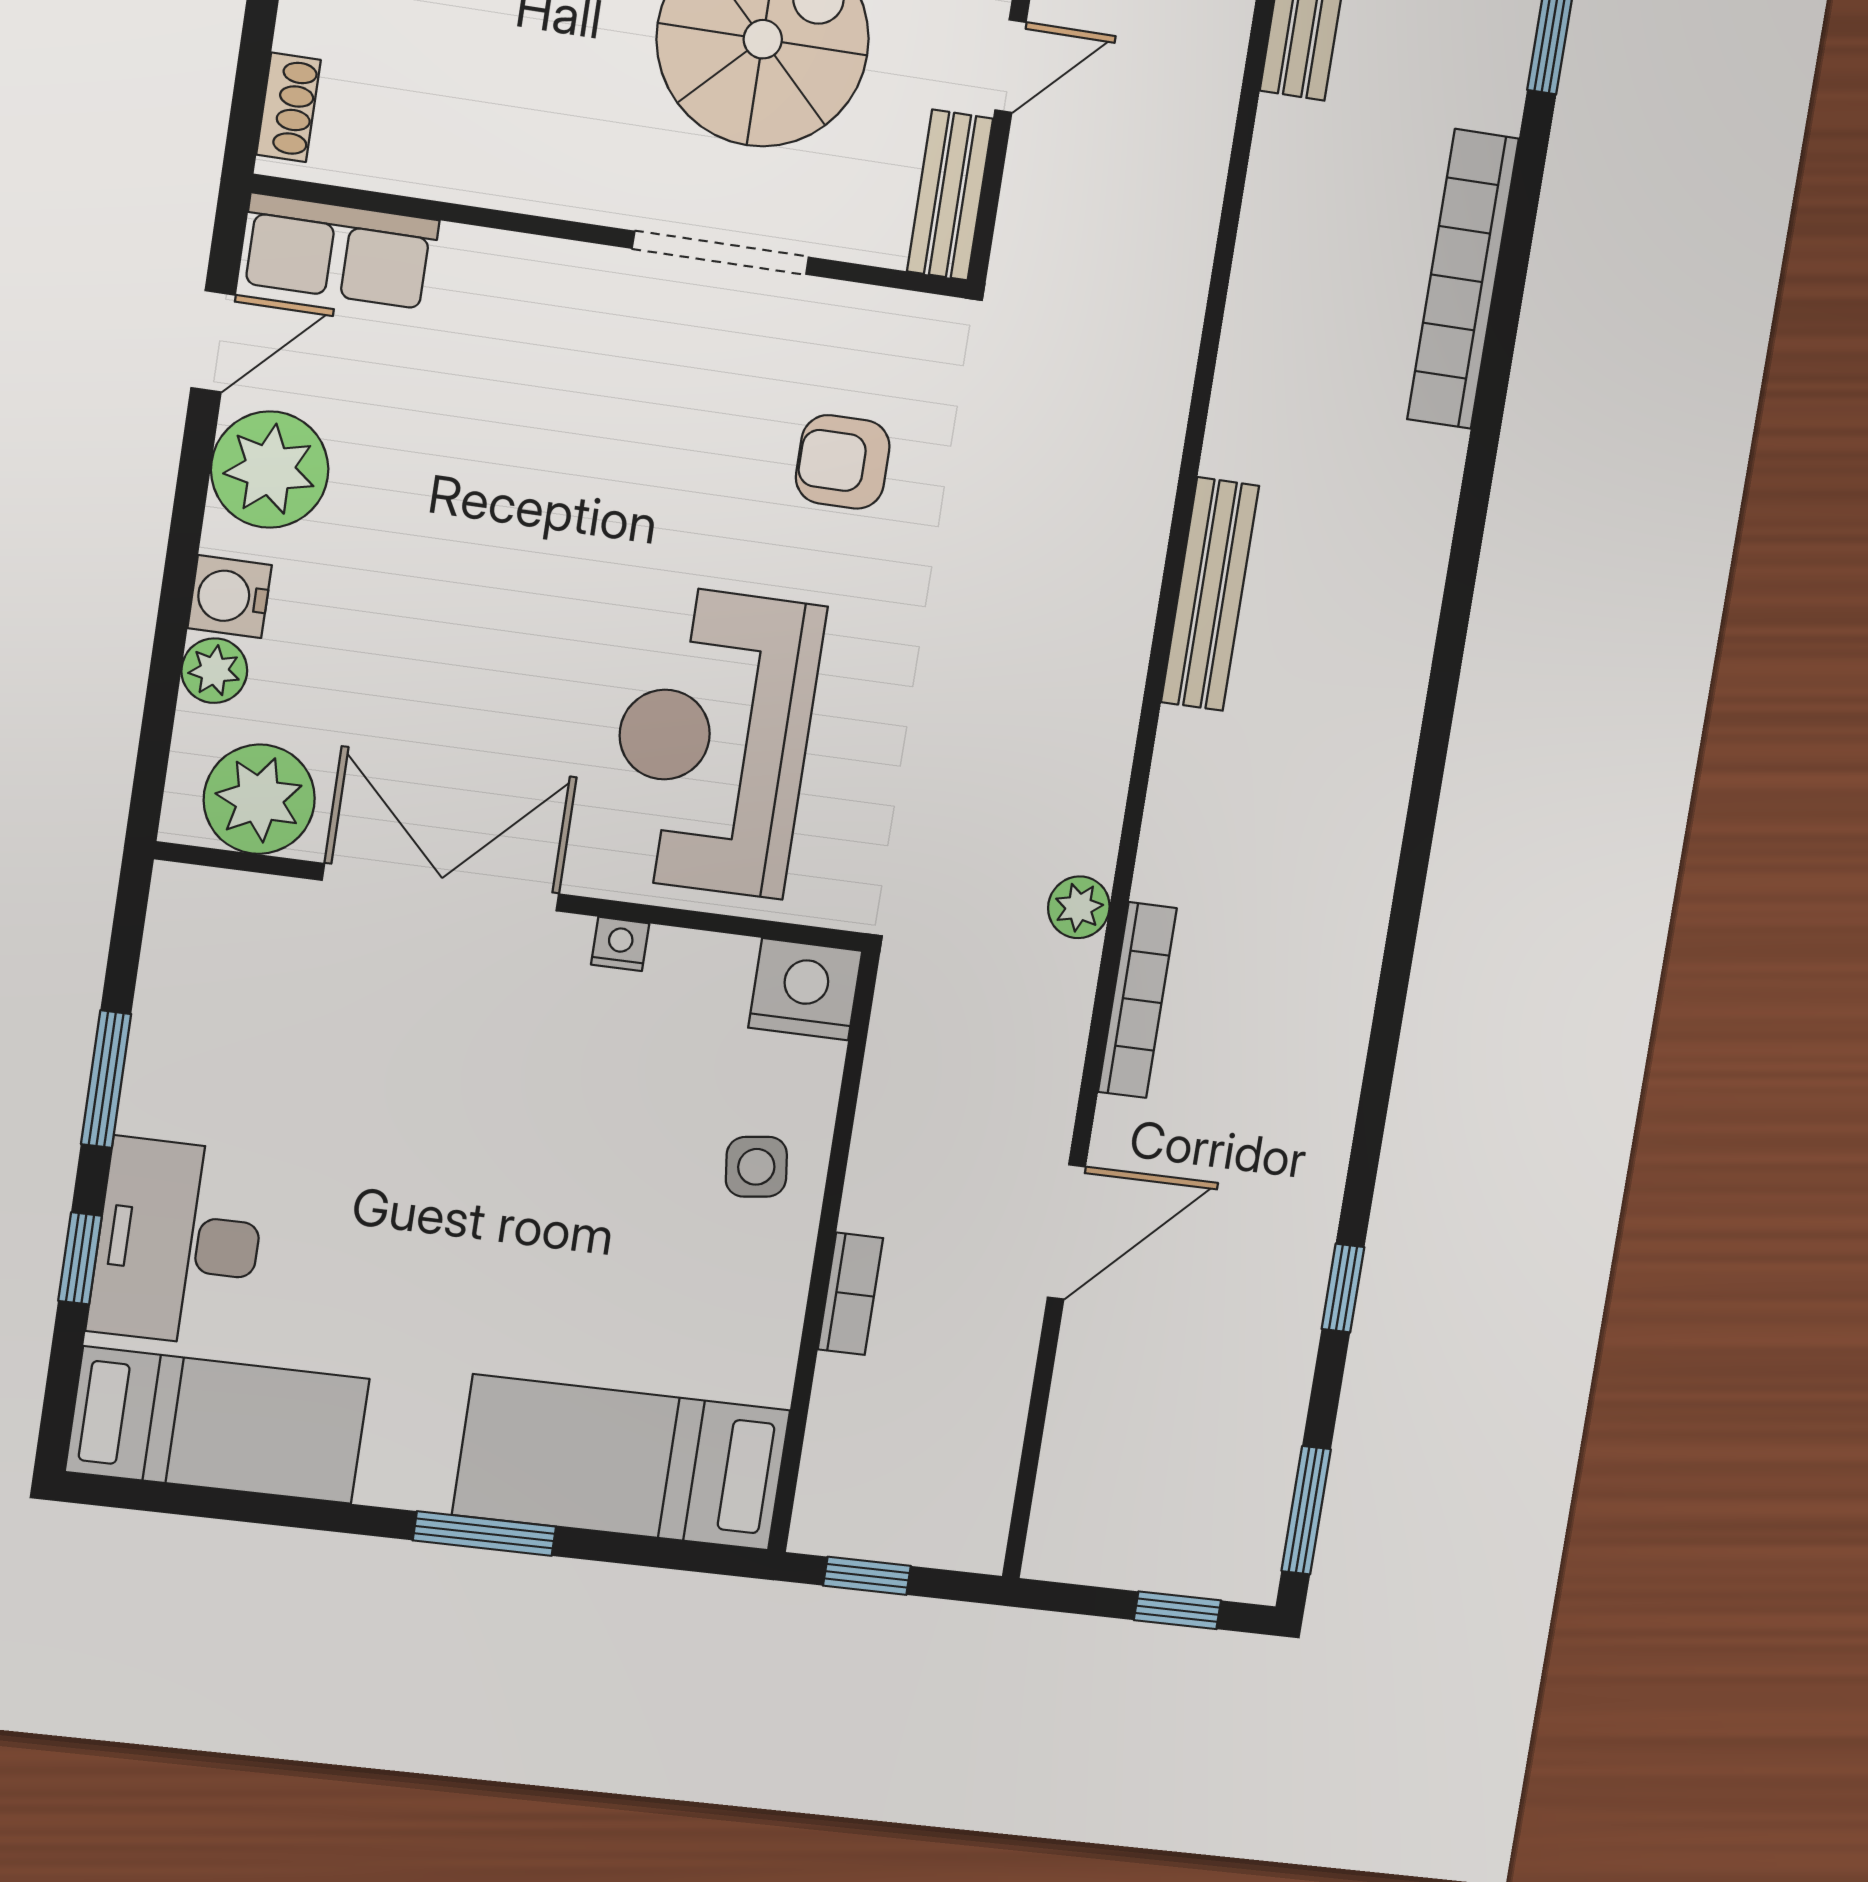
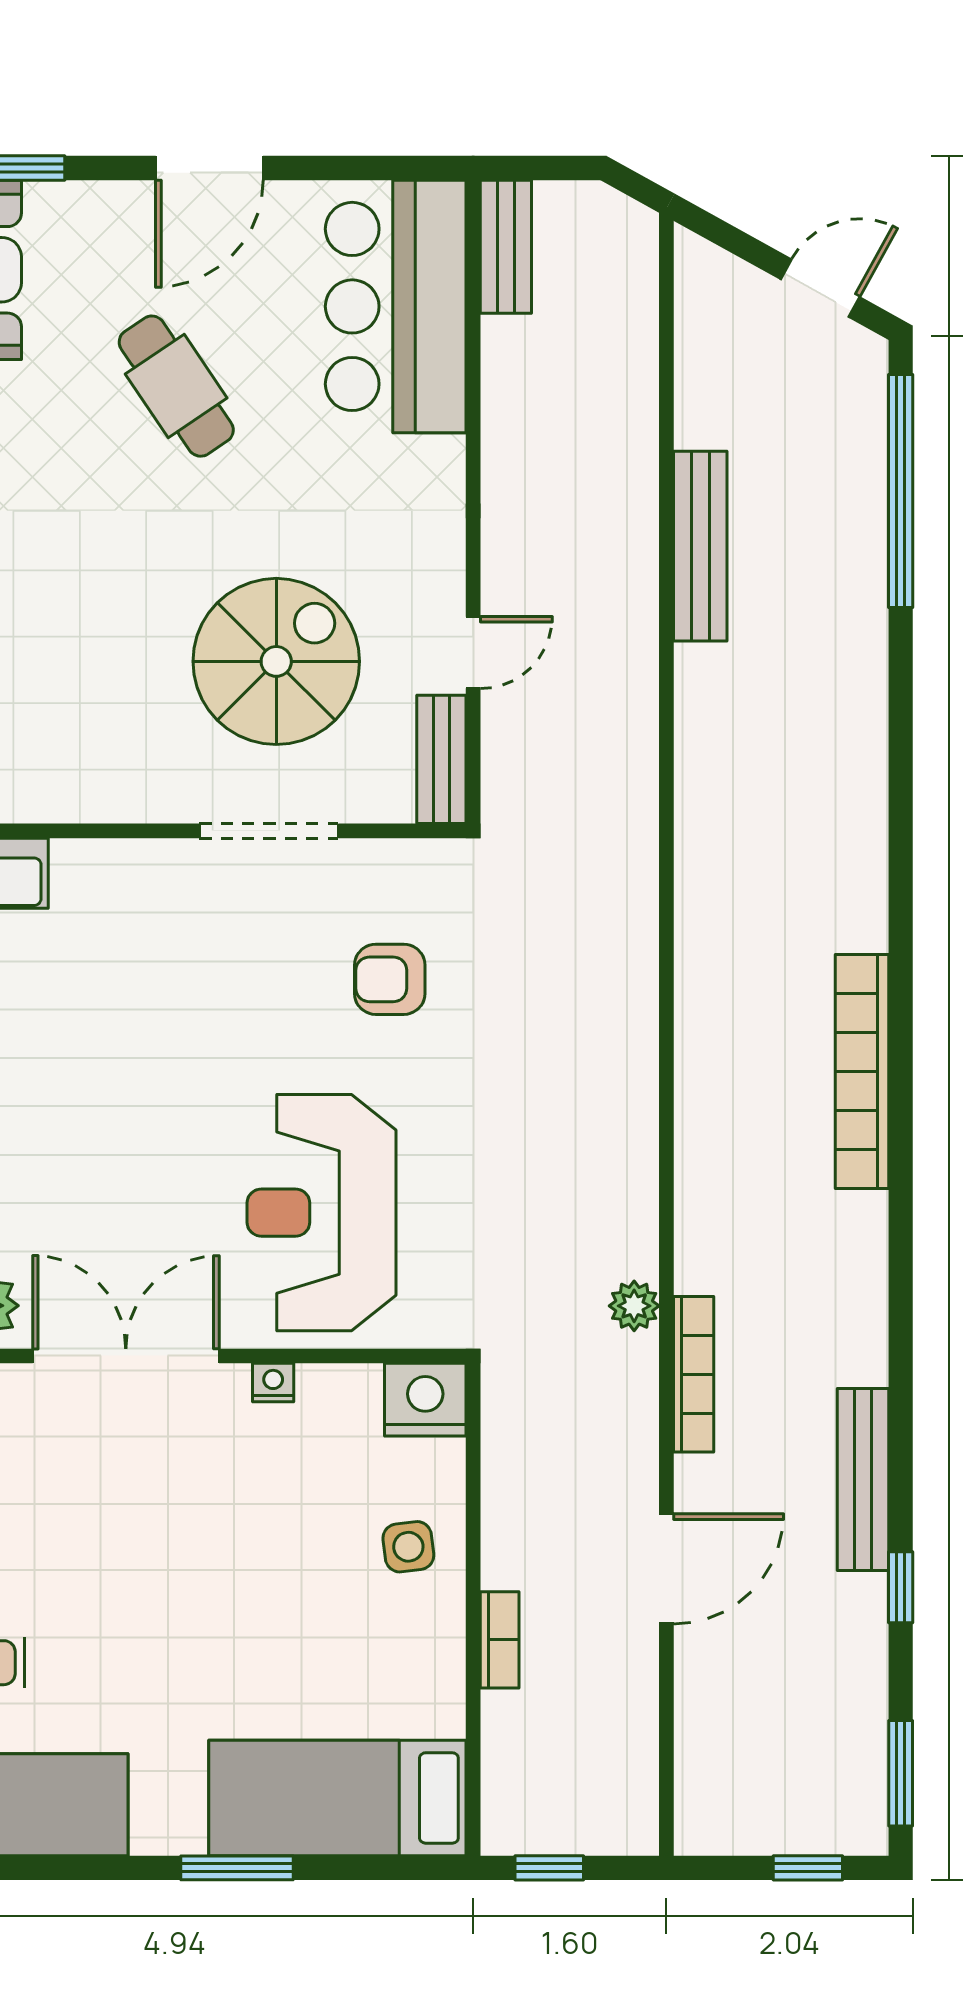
bookcase: (1463, 279) -> (862, 1072), moved
bench: (1210, 594) -> (863, 1480), moved

